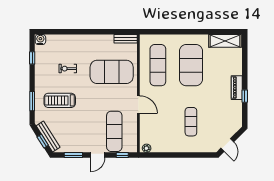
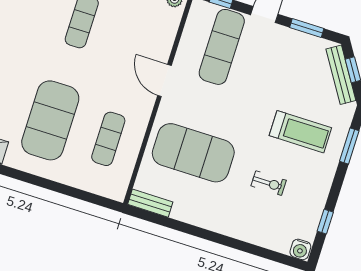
exercise mat: (158, 65) -> (108, 139), width x0.73, depth x0.69

